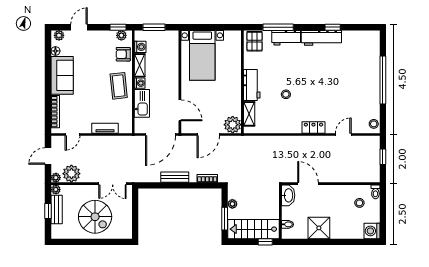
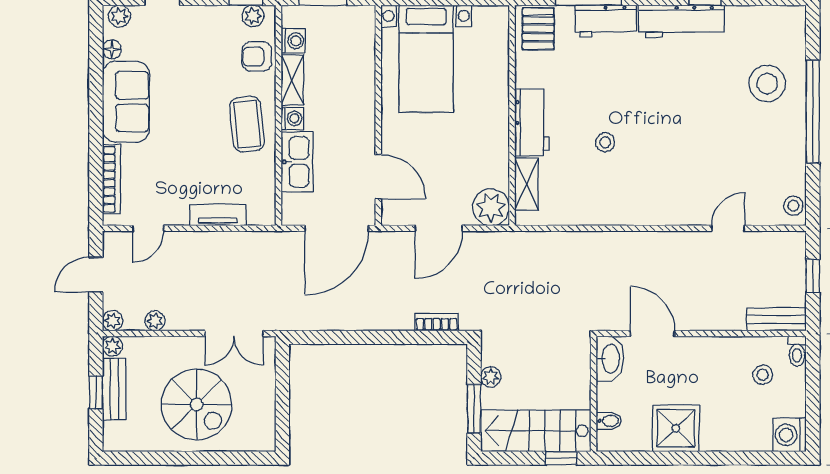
stool: (362, 67) -> (767, 84), added
locker: (313, 127) -> (664, 213), removed
plant: (71, 174) -> (155, 321), width x0.53, depth x0.53
bench: (175, 177) -> (777, 319), moved

